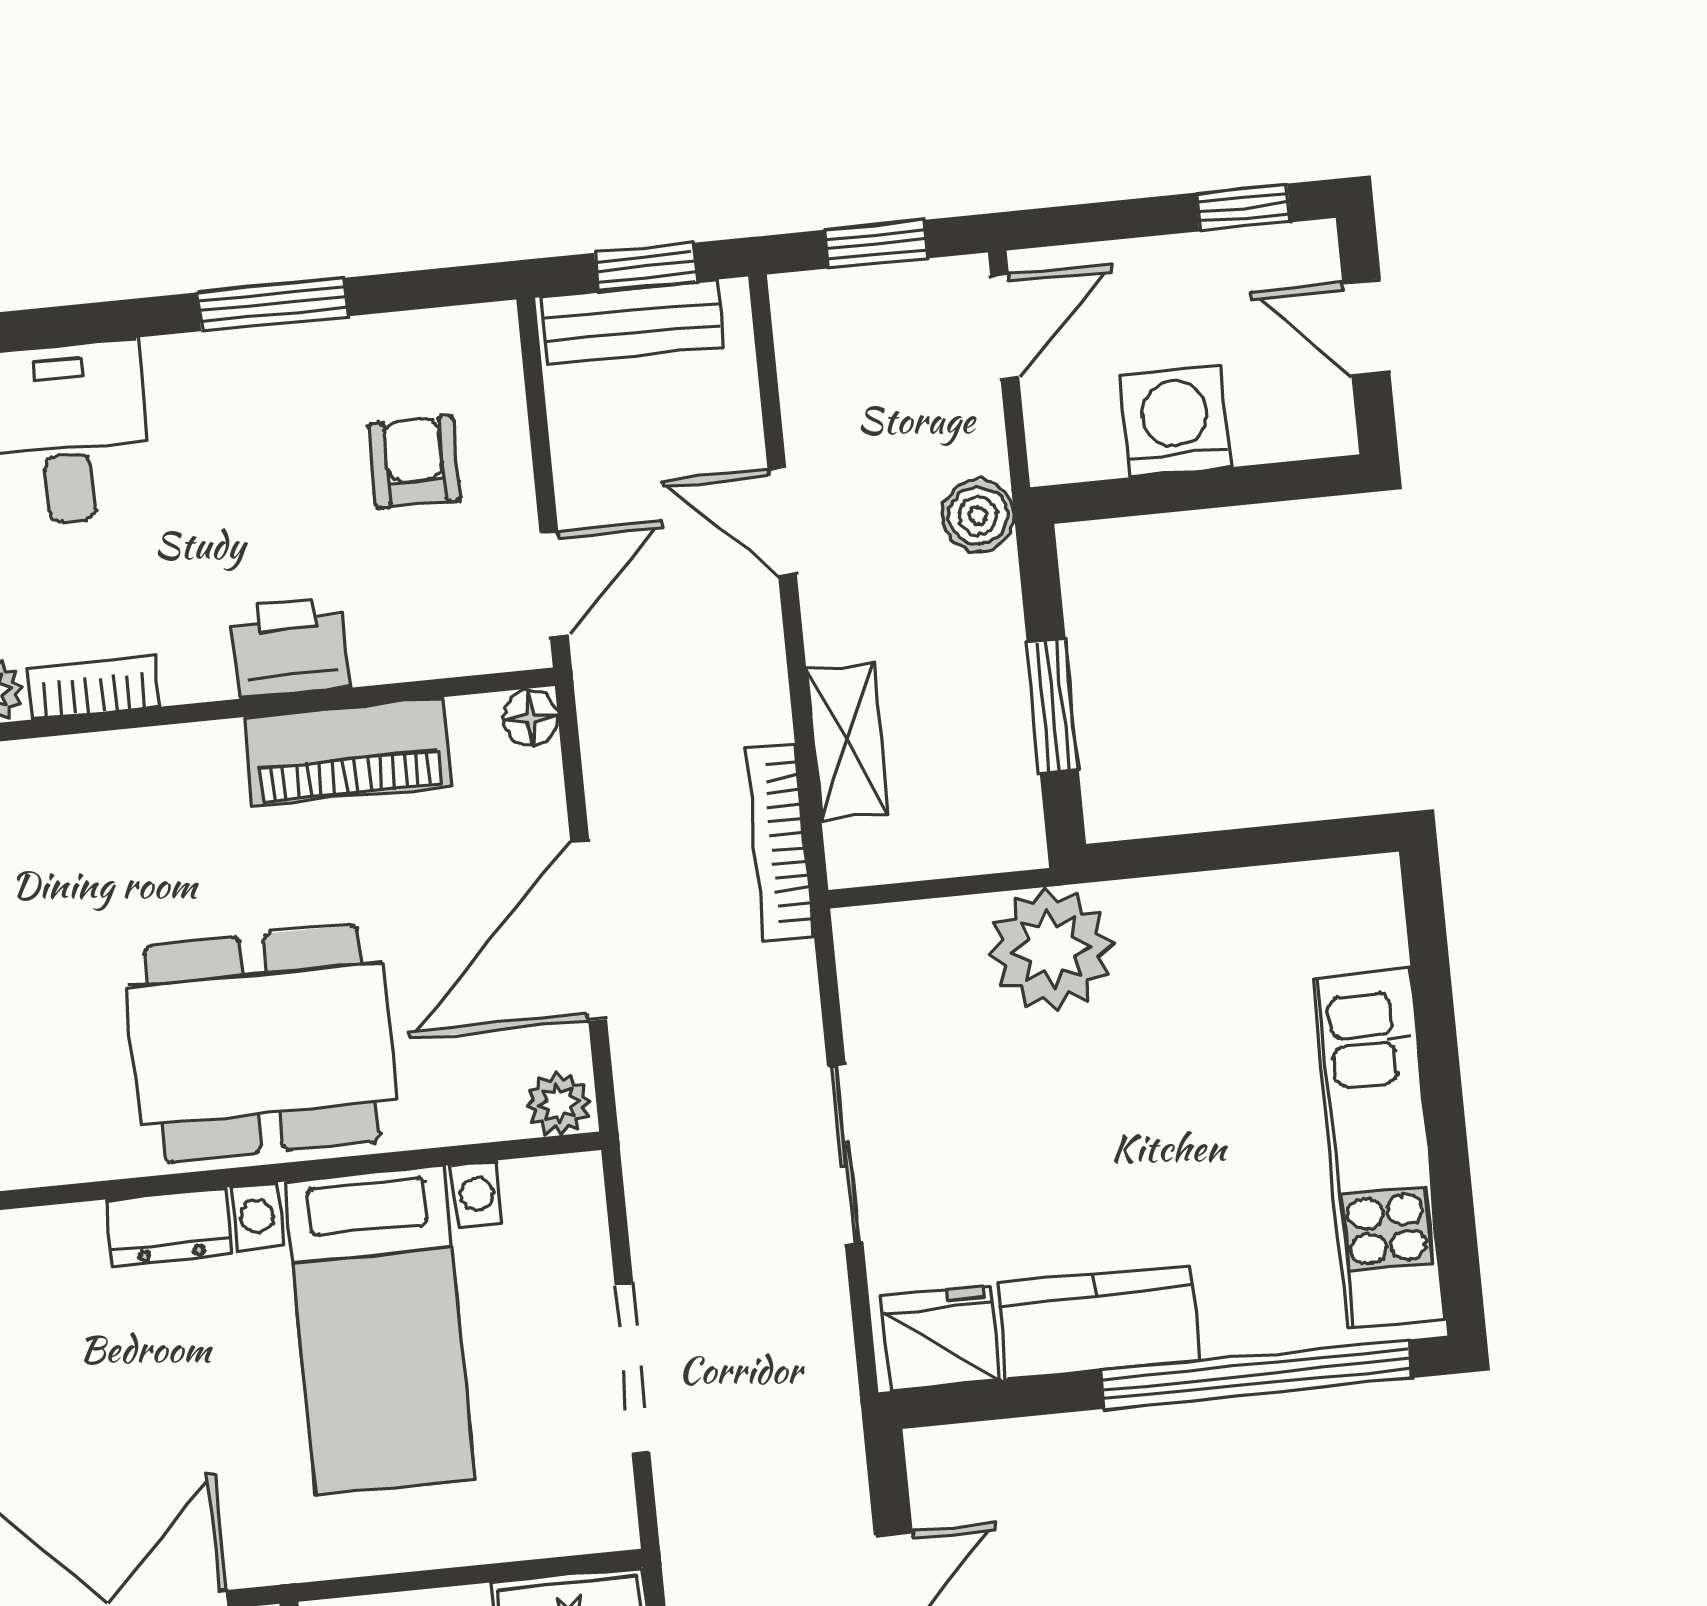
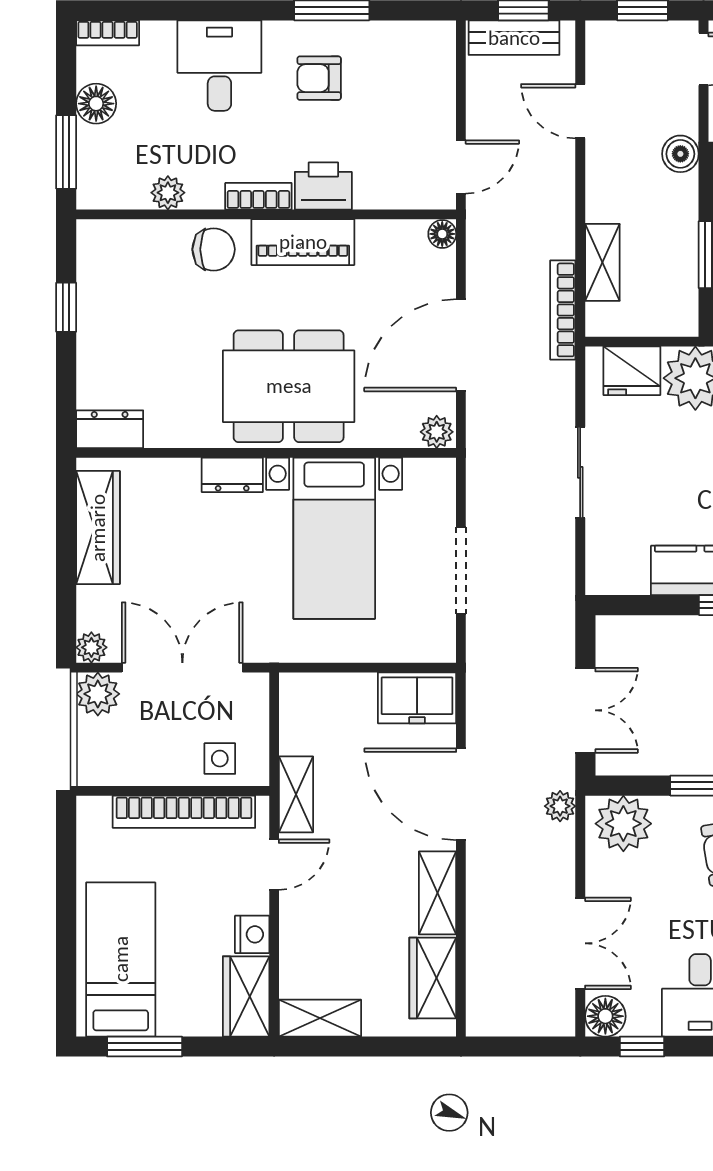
armchair: (415, 462) -> (319, 78), moved, turned -90
door: (782, 521) -> (580, 111), moved
bookcase: (93, 687) -> (258, 196), moved
piano: (348, 752) -> (303, 242), moved
chair: (89, 792) -> (214, 249), added
fridge: (940, 1338) -> (632, 371), moved, turned 180

